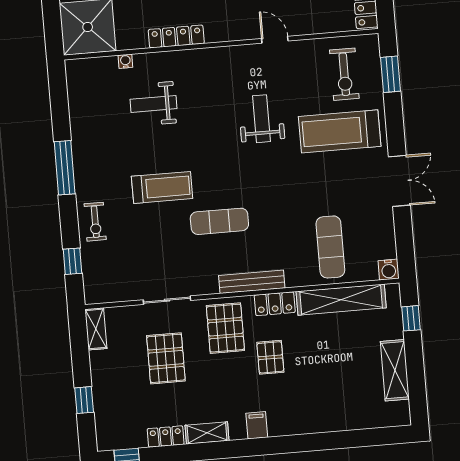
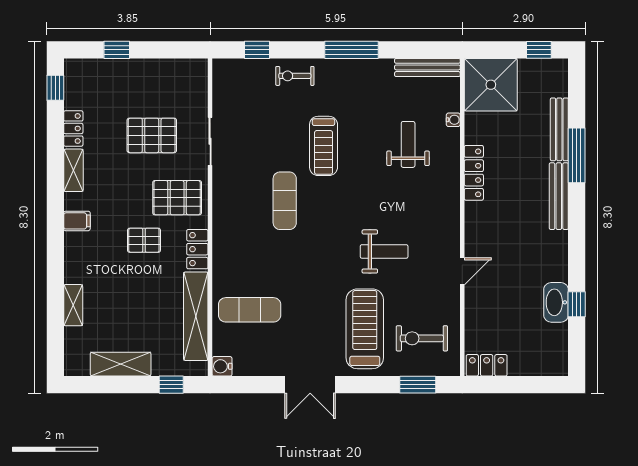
bench: (252, 282) -> (427, 67), moved, turned 90
shelving: (96, 329) -> (73, 305), moved, turned 90

